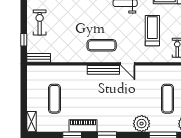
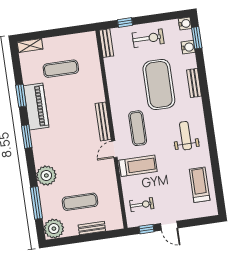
exercise mat: (79, 19) -> (159, 85), added
treadmill: (152, 31) -> (138, 166), moved
exercise mat: (102, 45) -> (138, 128), moved
piano: (83, 126) -> (36, 106), width x1.37, depth x1.33

